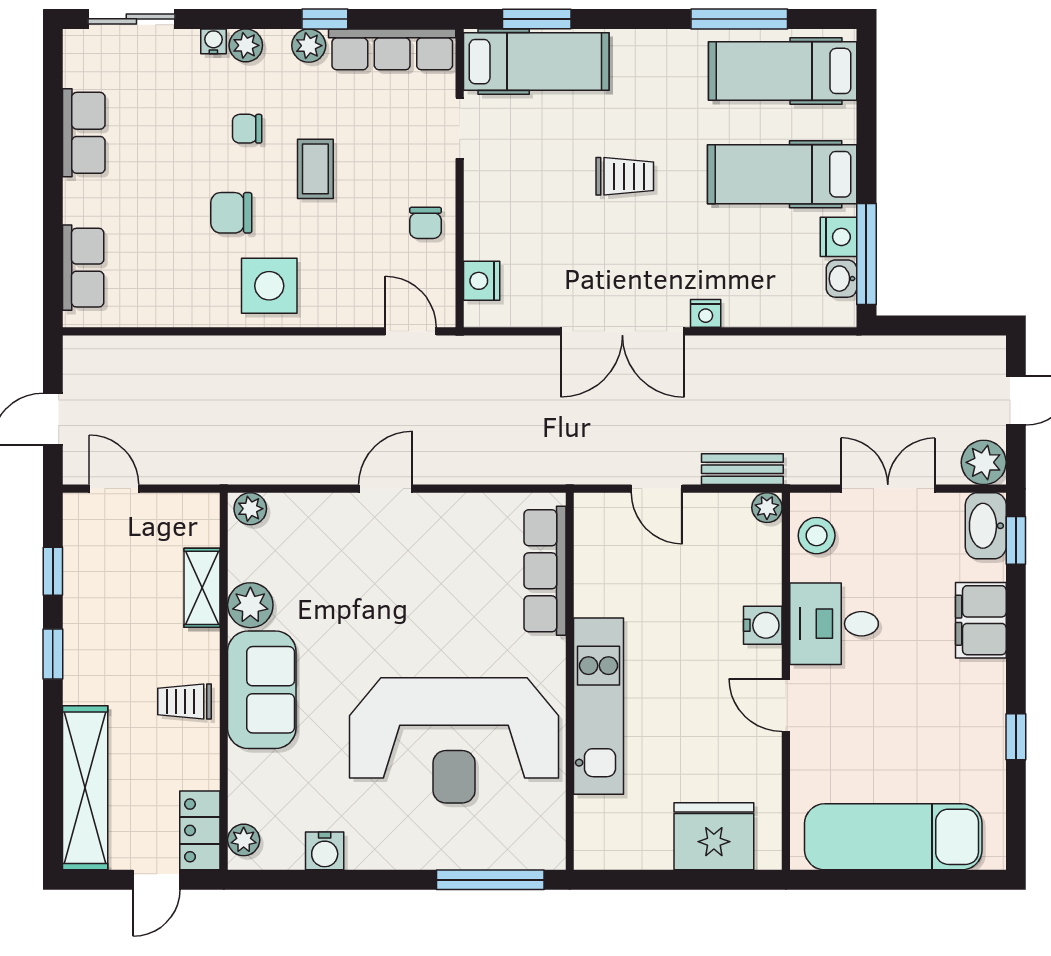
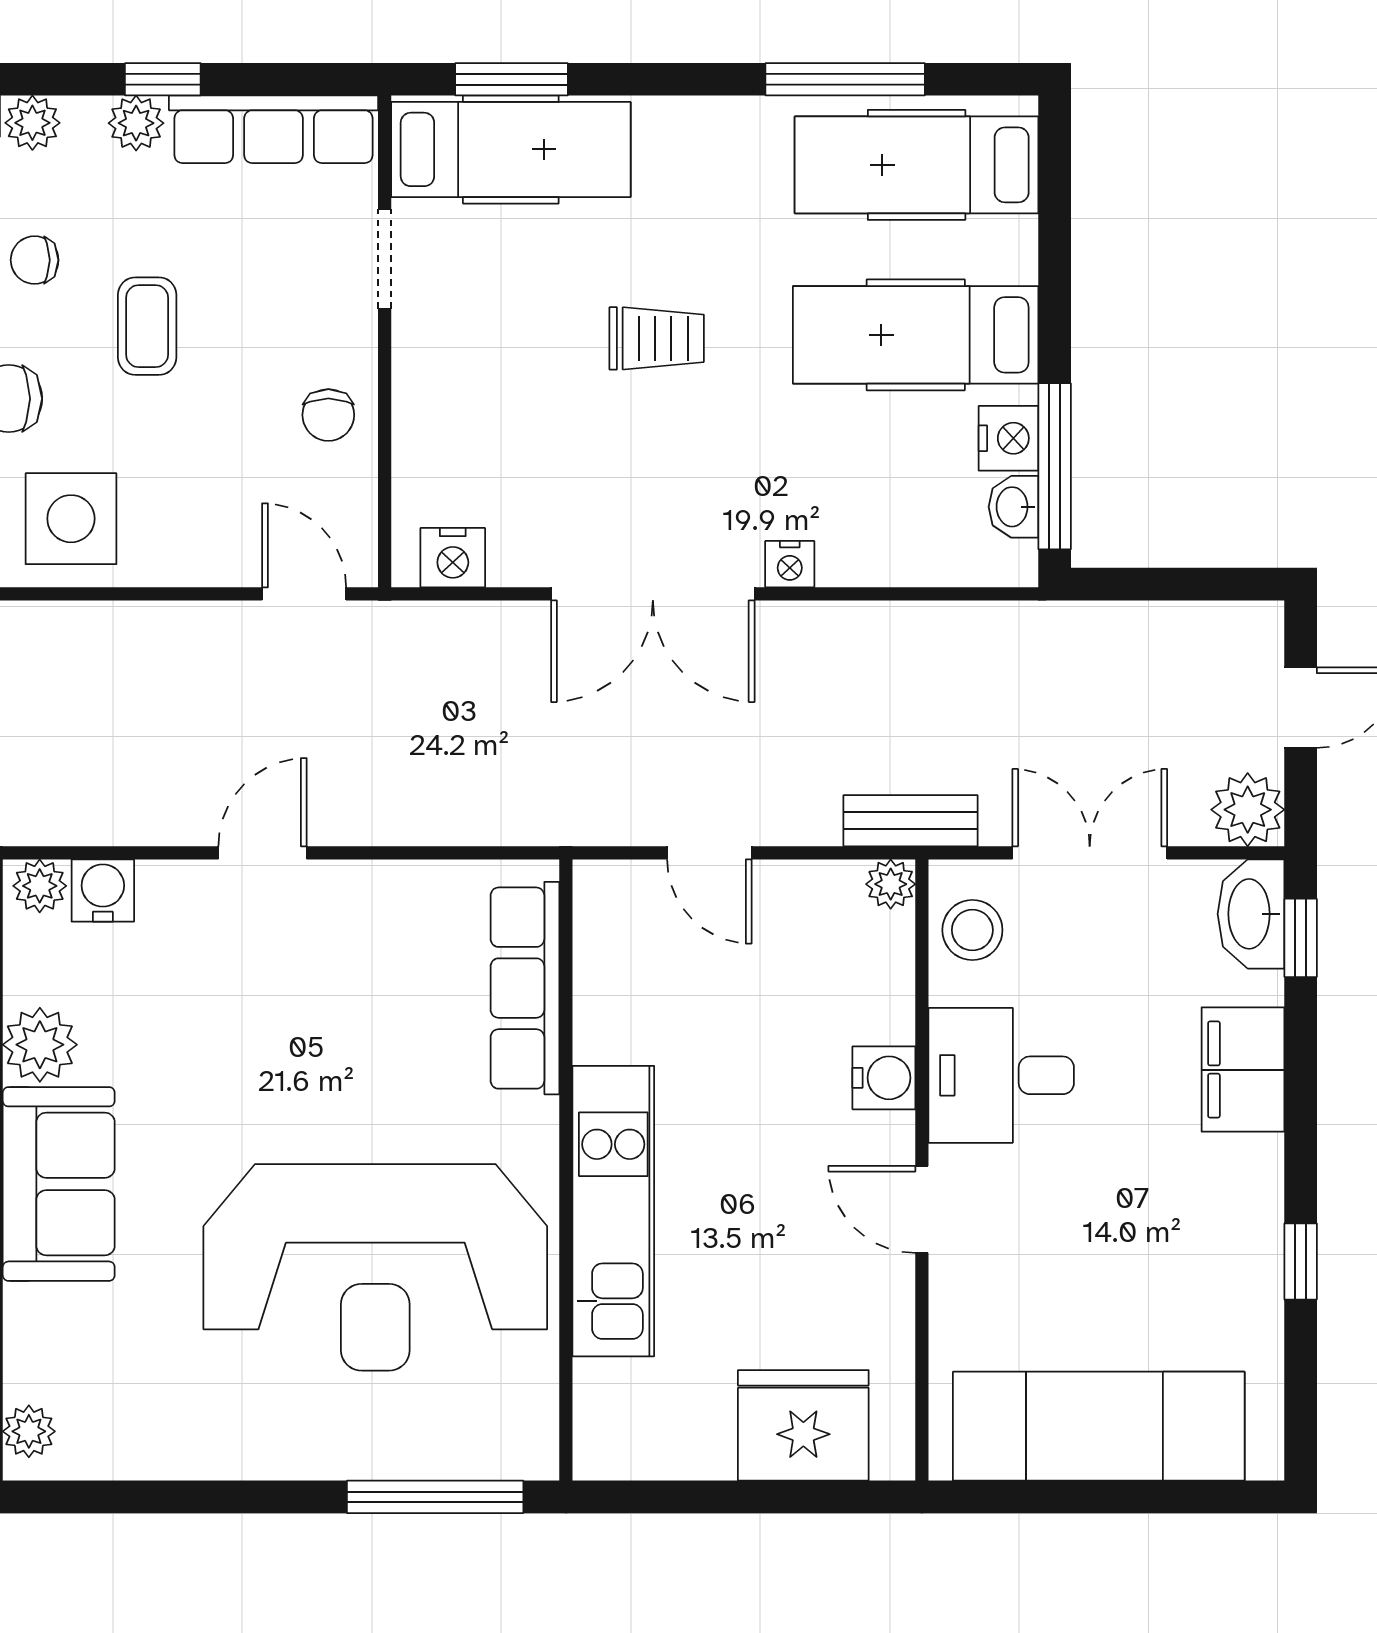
nightstand: (482, 281) -> (453, 558), moved, turned -90
bench: (742, 469) -> (911, 821), moved
water cooler: (325, 851) -> (103, 890), moved, turned 180

